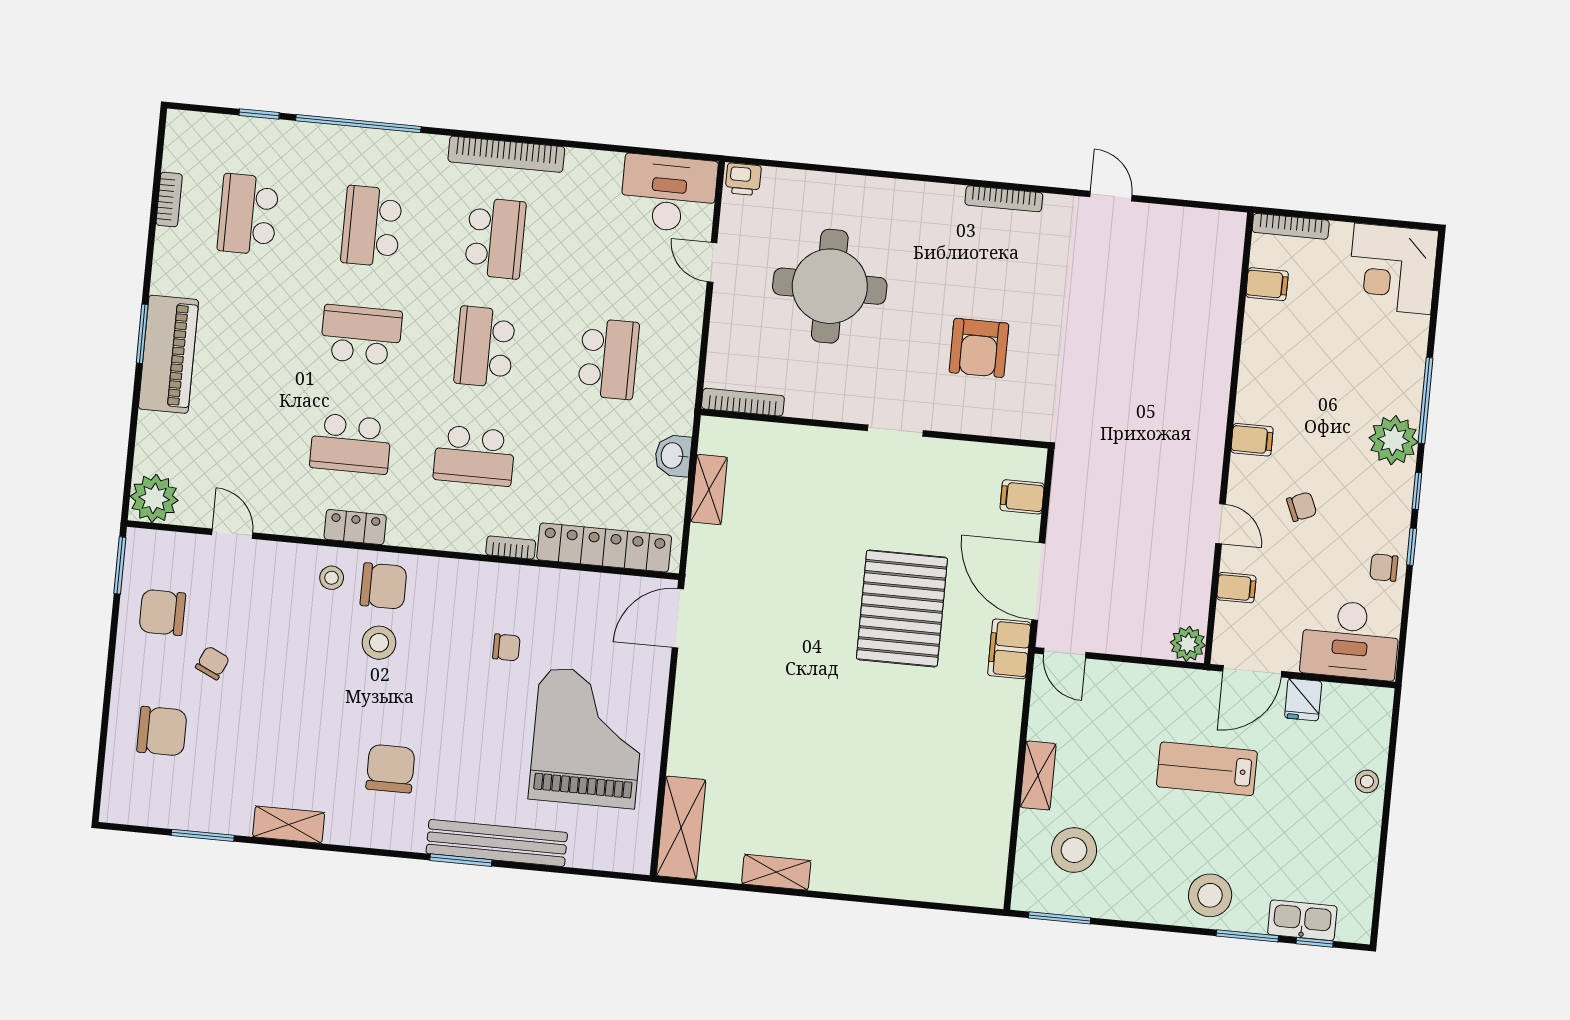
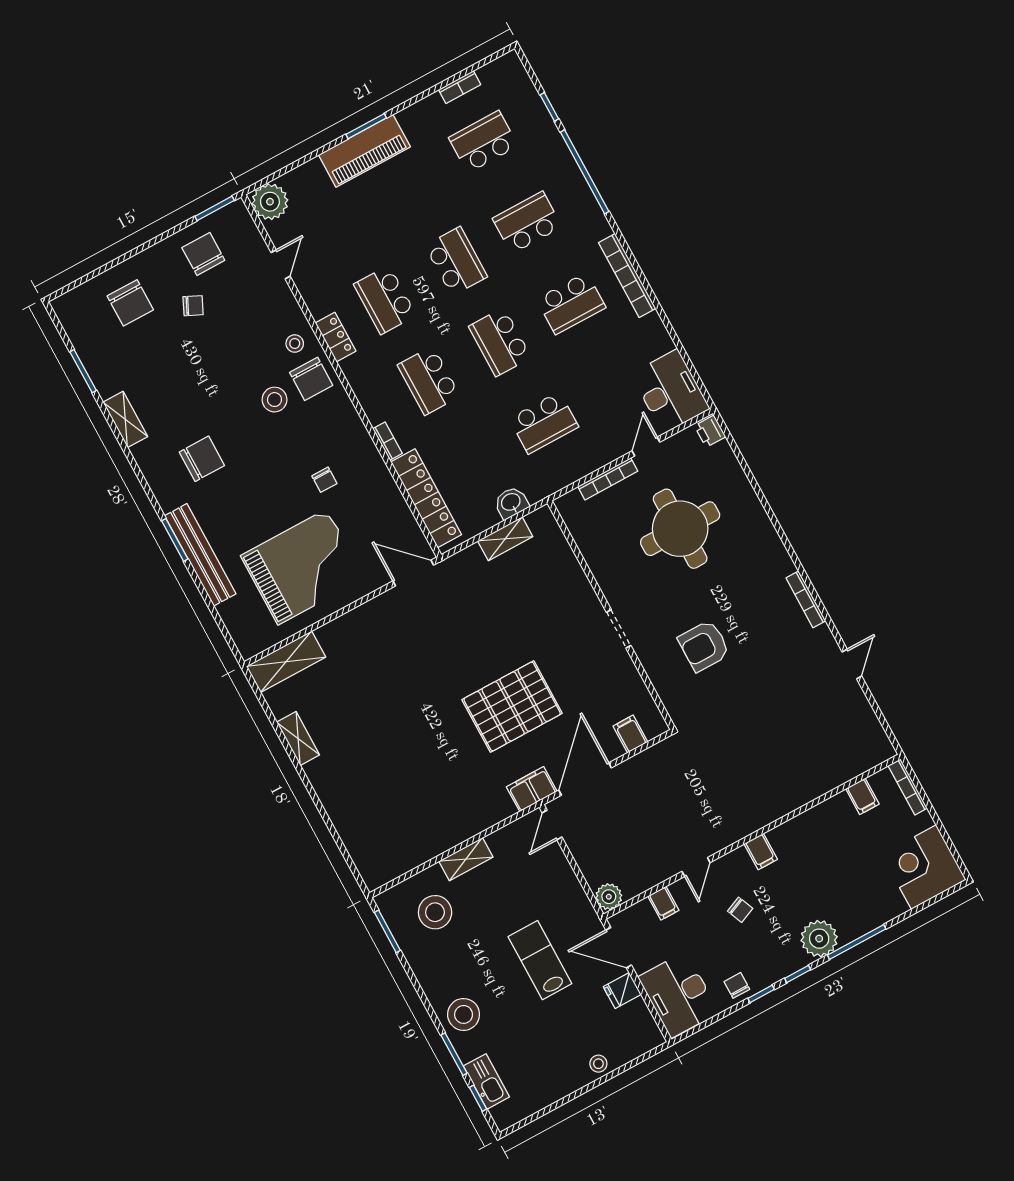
school desk: (485, 347) -> (500, 342), turned -90
bookcase: (743, 402) -> (608, 479), moved, turned 90

